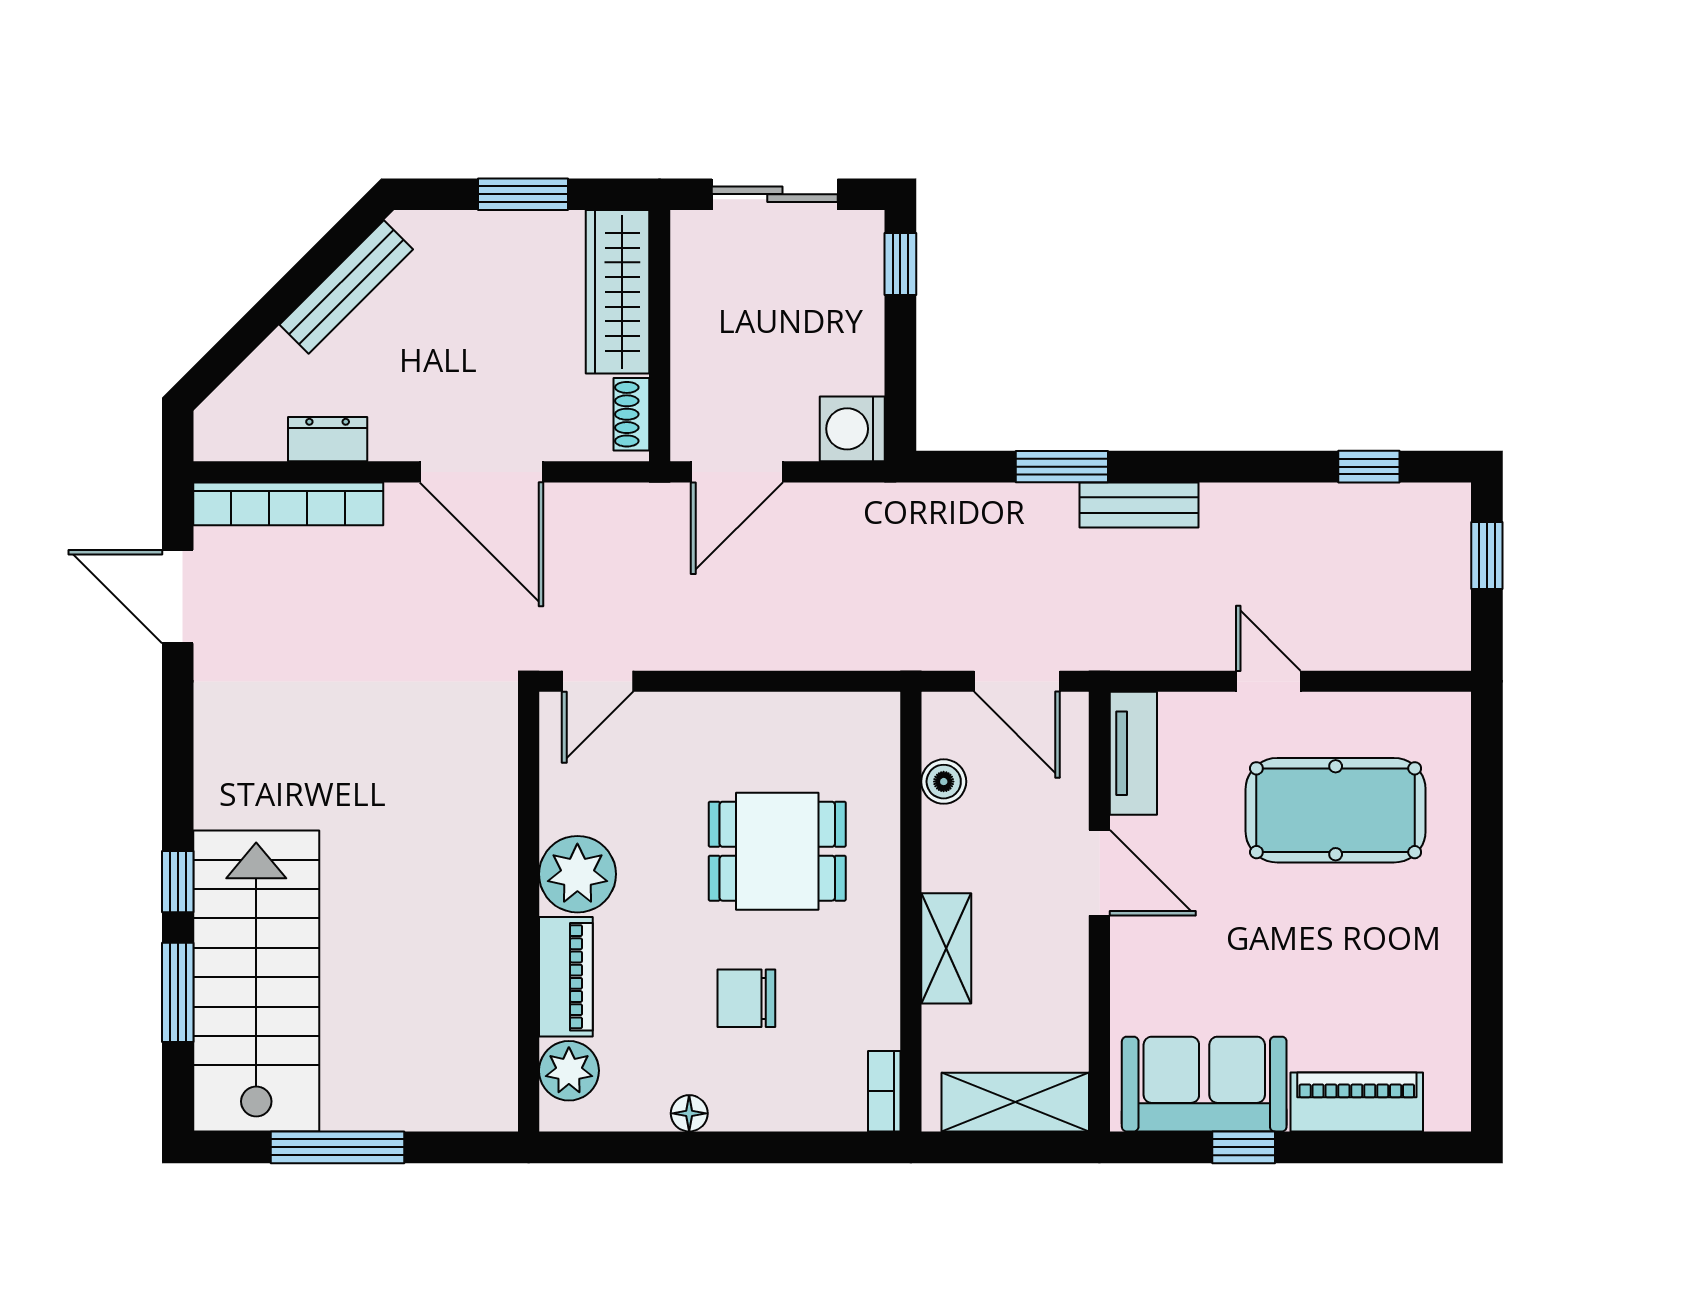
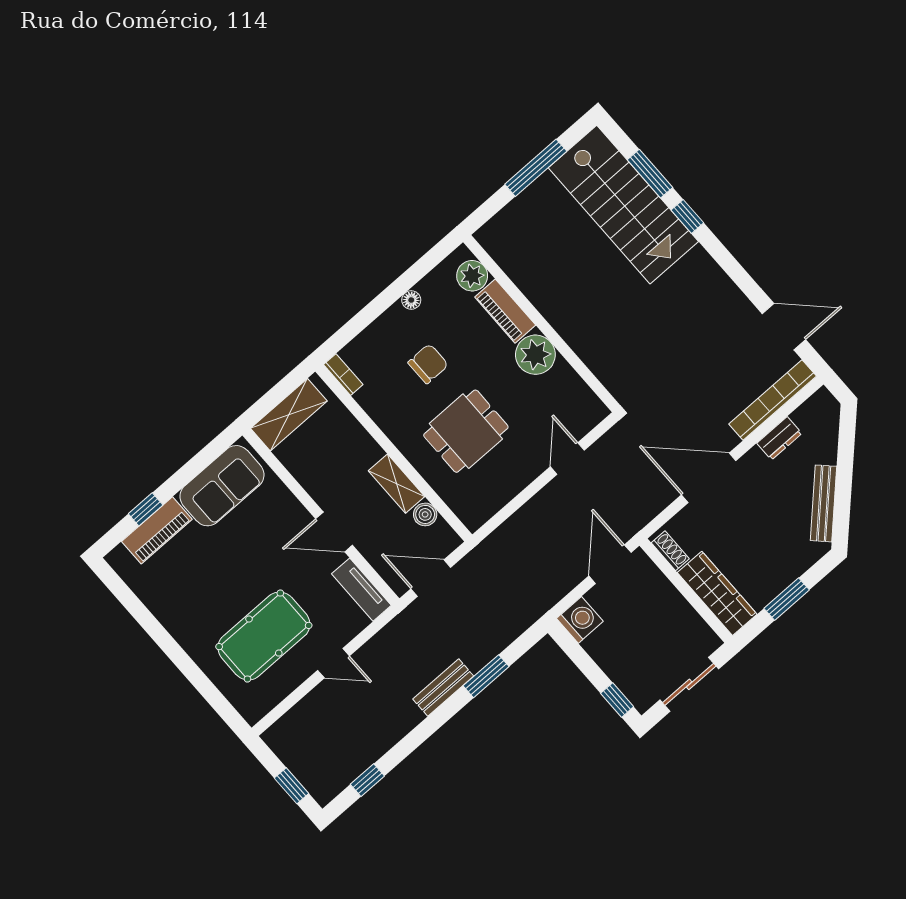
door: (598, 681) -> (567, 458), moved
shelving: (946, 948) -> (396, 484), moved
window: (1244, 1147) -> (146, 509), moved

